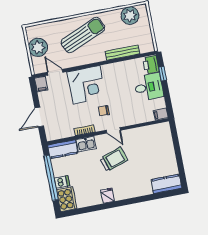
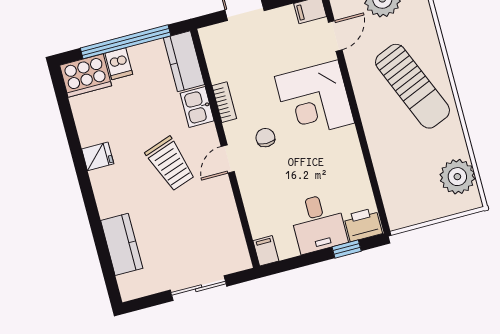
bench: (123, 53) -> (383, 167), removed
sliding door: (177, 149) -> (199, 288), added
kitchen counter: (166, 184) -> (122, 244), moved

